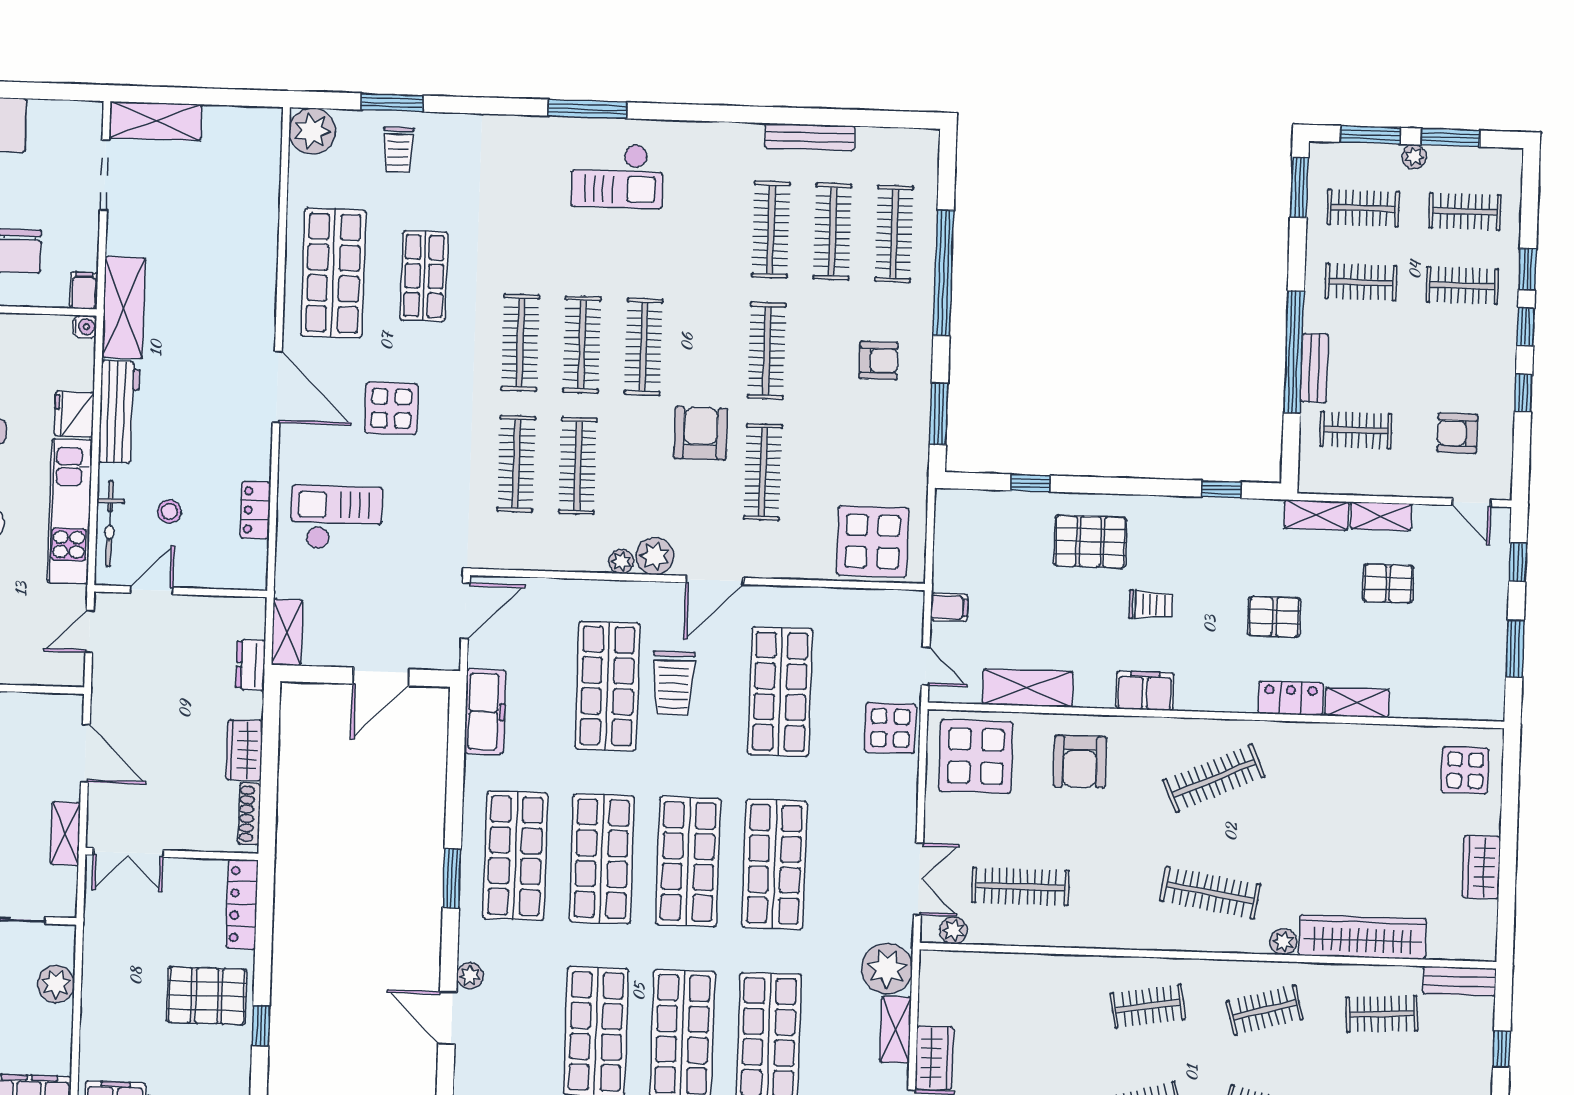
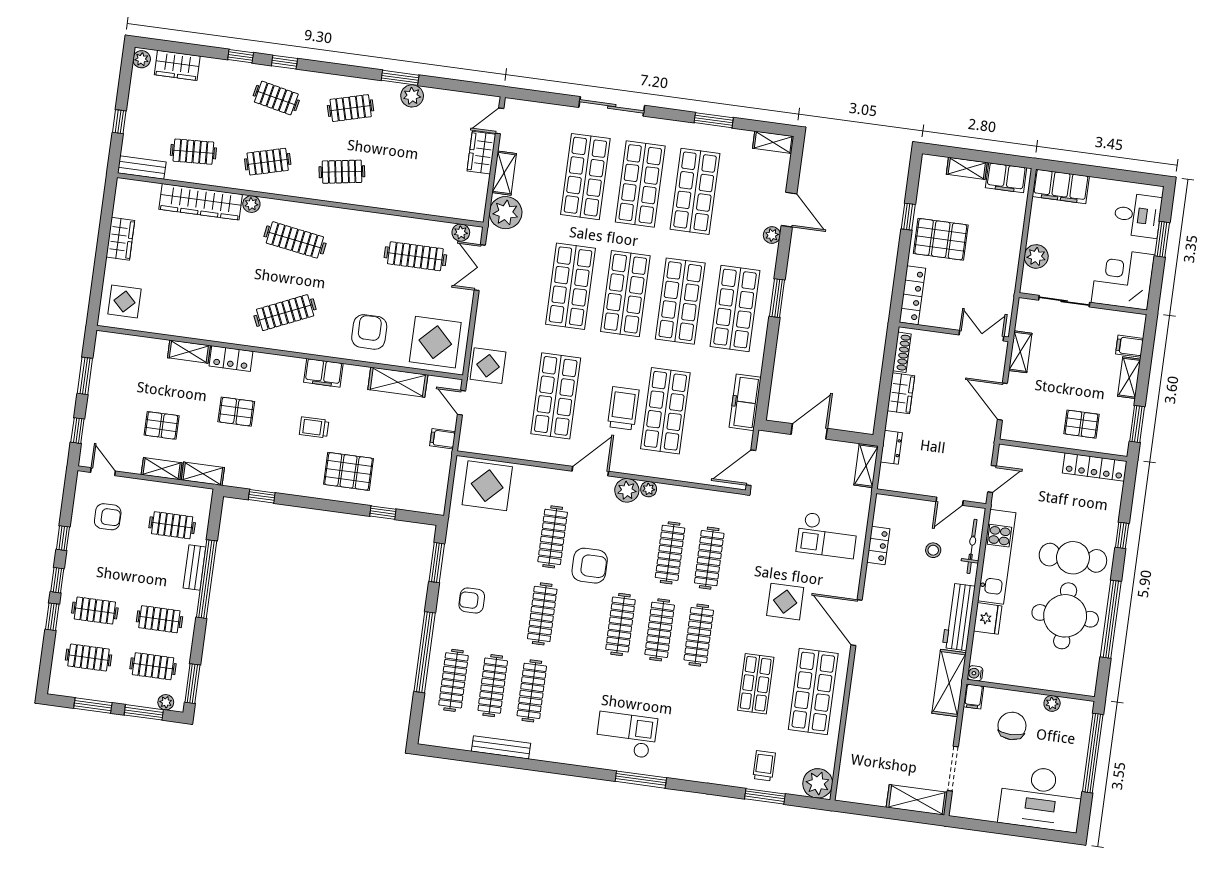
plant: (1414, 157) -> (166, 702), moved
armchair: (701, 433) -> (590, 566), turned -90

